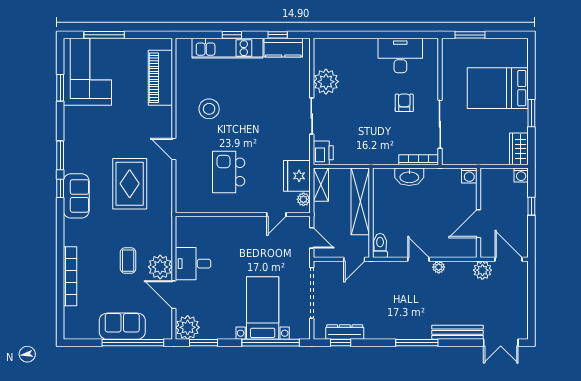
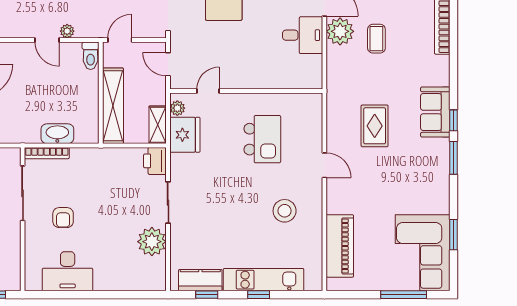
rug: (130, 184) -> (375, 126), width x0.73, depth x0.70
plant: (439, 267) -> (67, 31), moved

